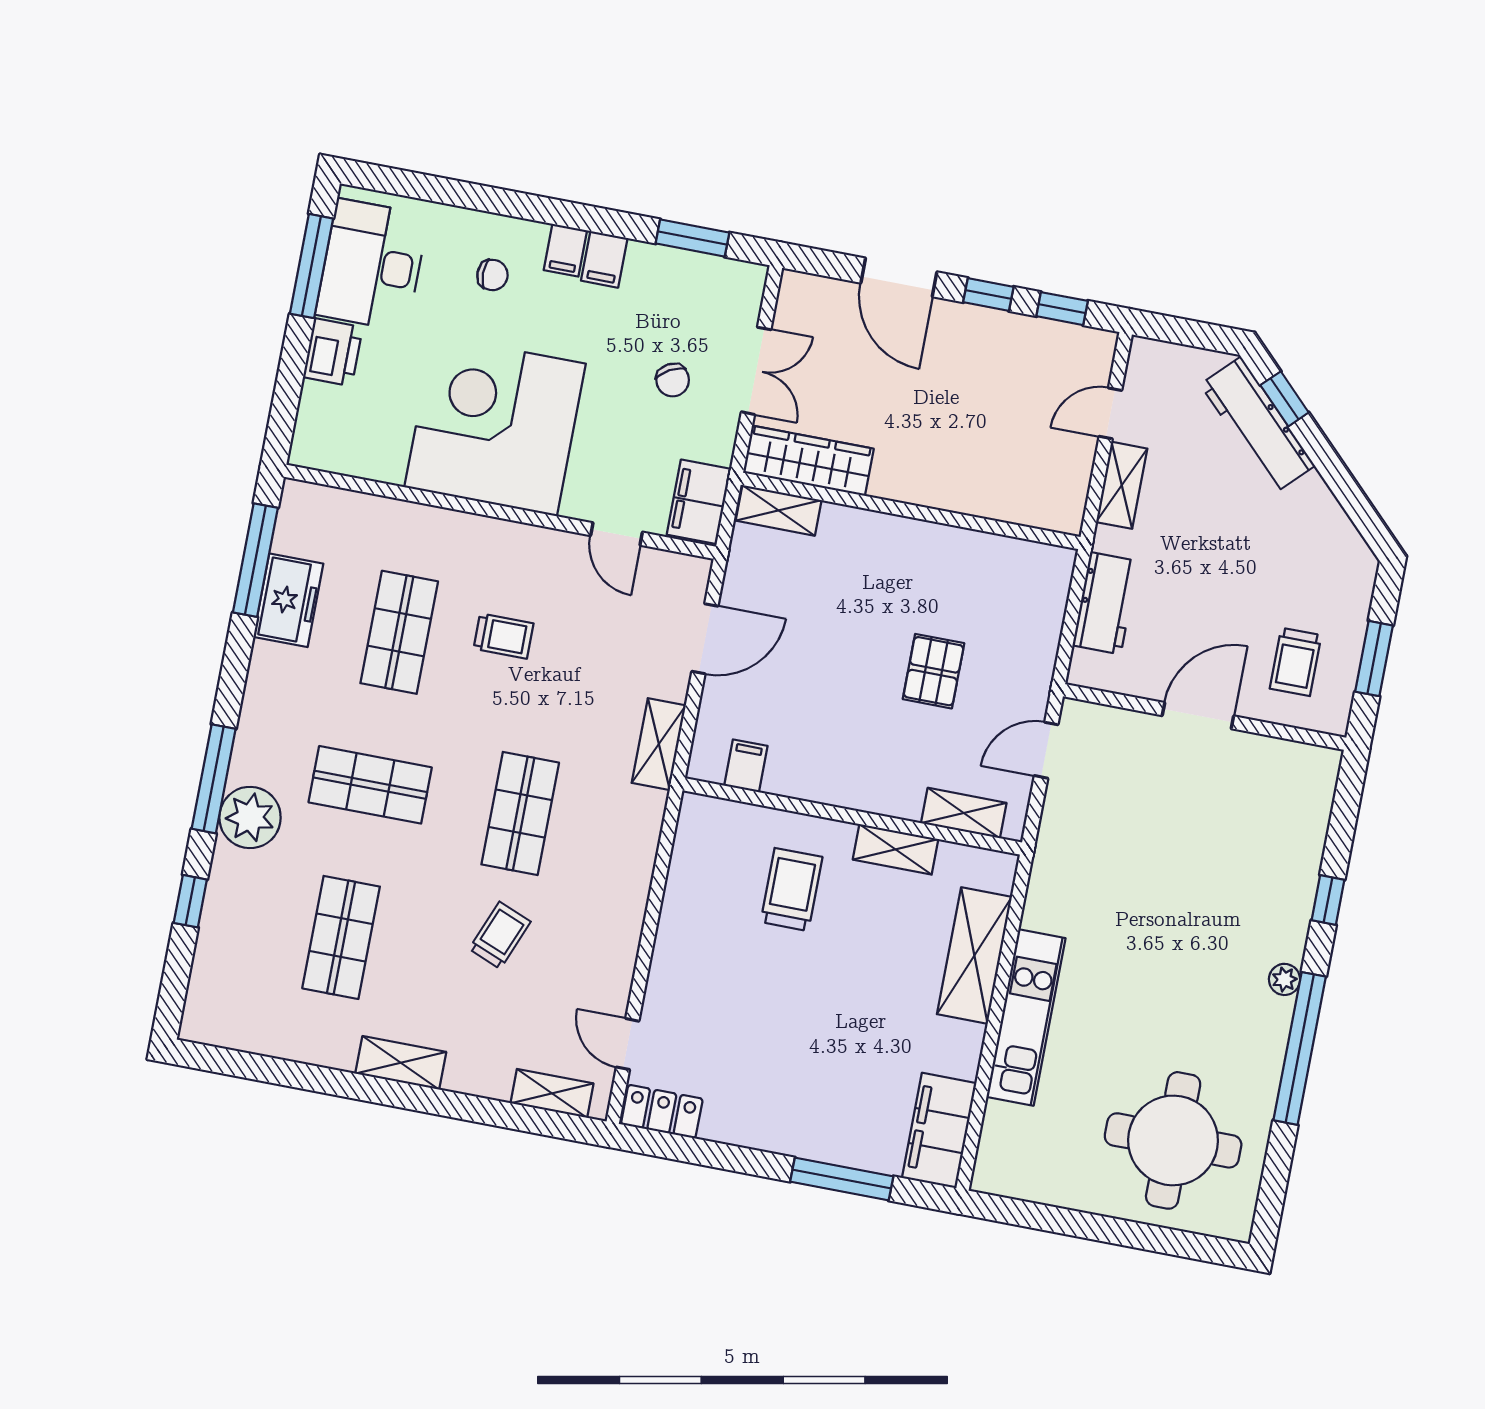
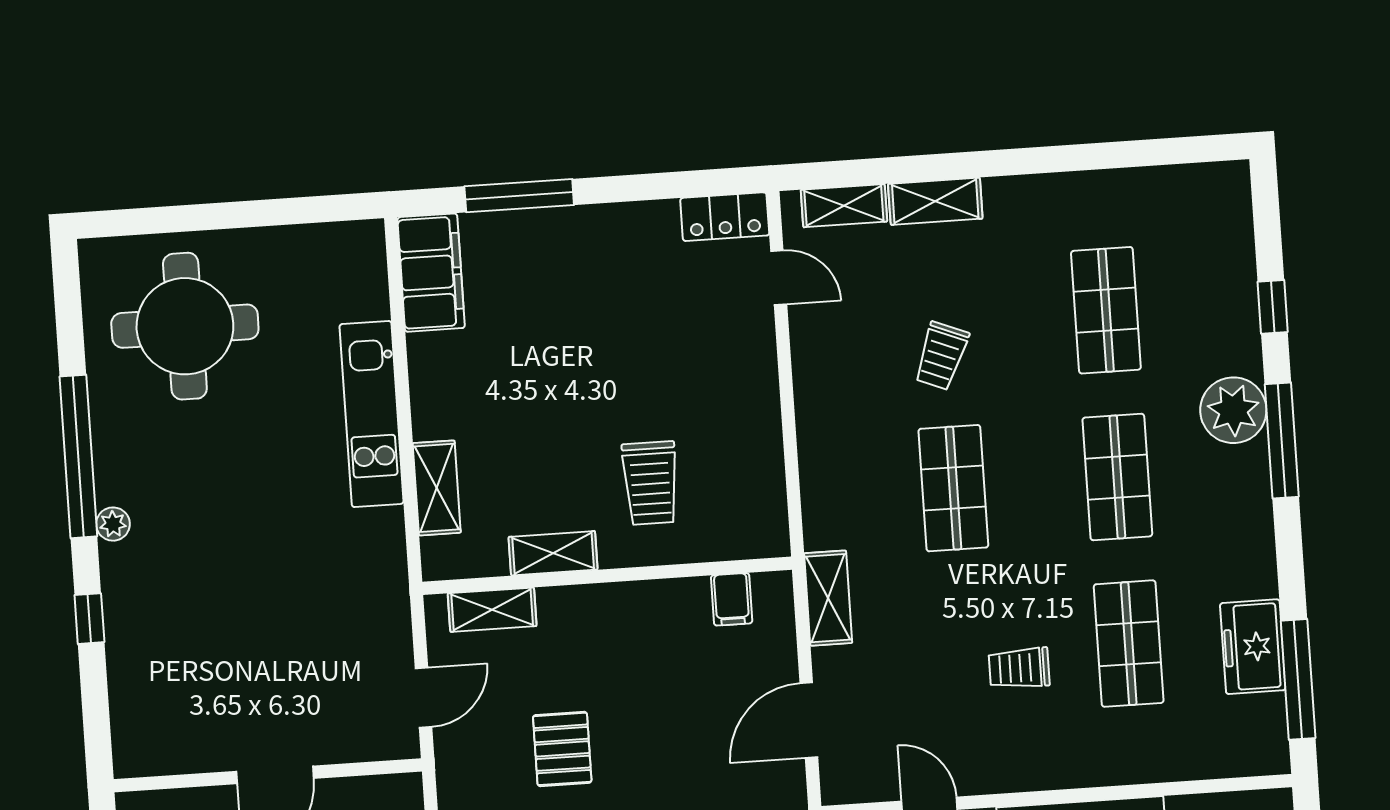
shop shelf: (370, 785) -> (1117, 477), turned 90
shelving: (974, 956) -> (437, 488), width x0.67, depth x0.75
shelving: (401, 1063) -> (935, 201), moved

